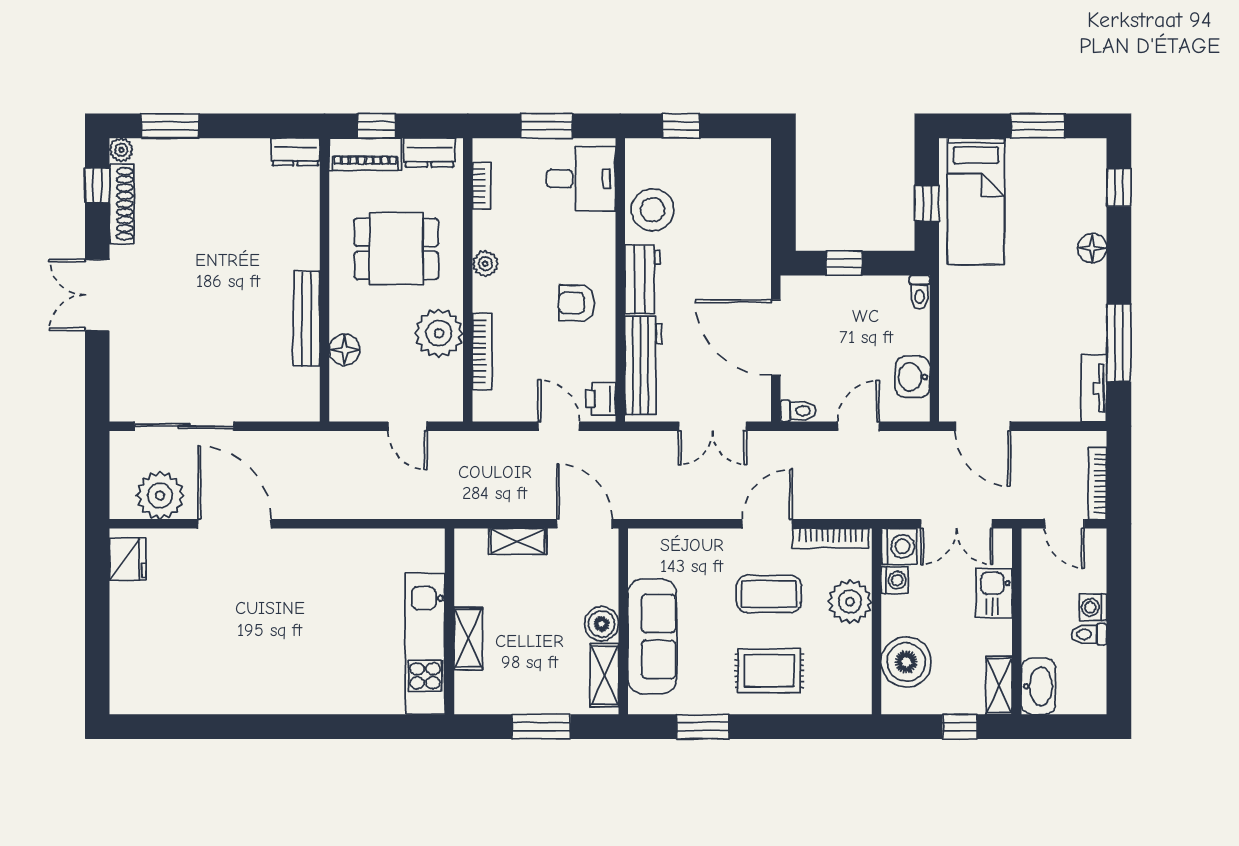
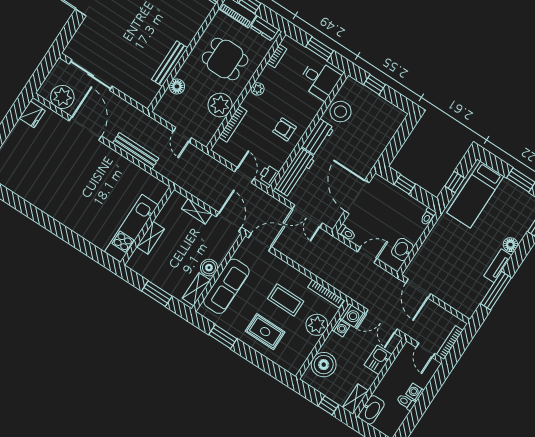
tv unit: (1094, 388) -> (498, 266), moved
bench: (346, 506) -> (136, 151), added
door: (767, 524) -> (260, 242), moved

